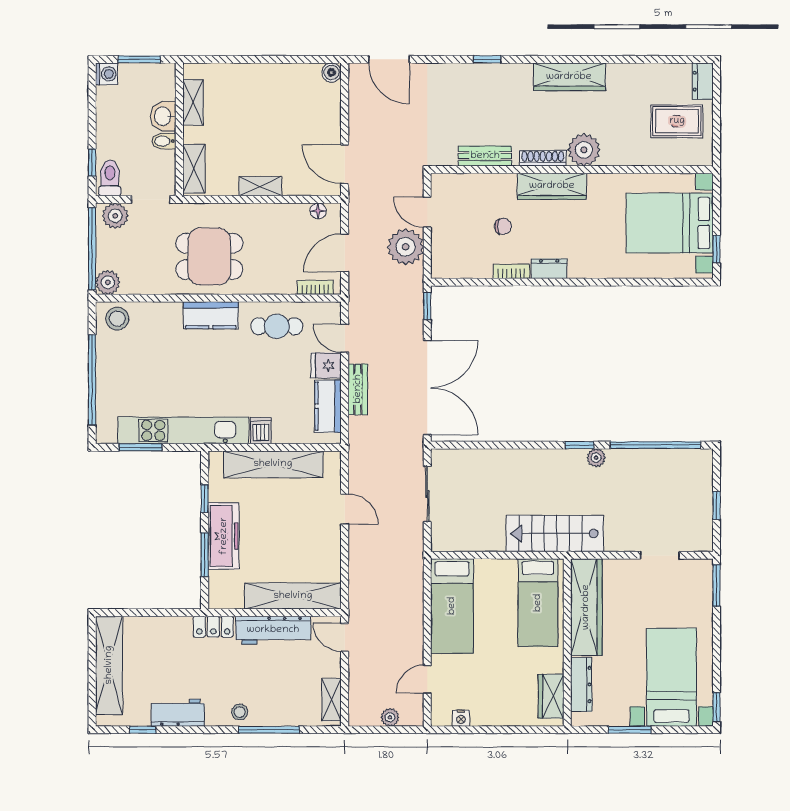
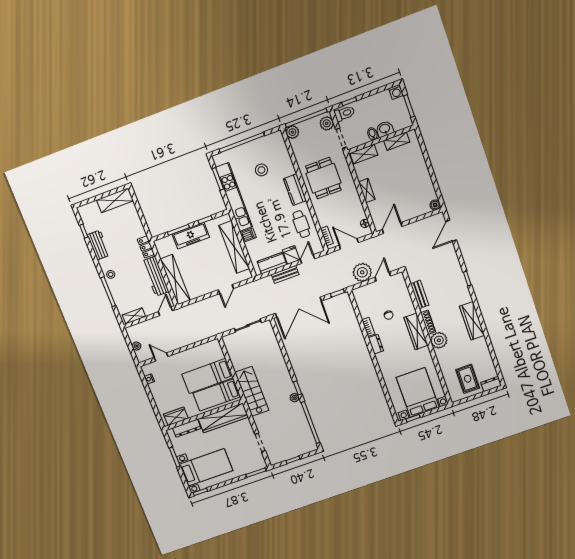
stool: (117, 319) -> (261, 170), moved
bed: (452, 606) -> (207, 376), moved
shelving: (109, 665) -> (115, 200), width x0.68

